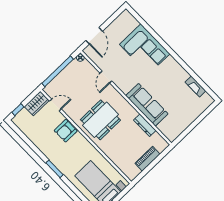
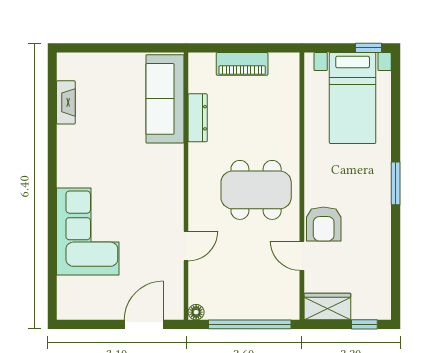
door: (55, 105) -> (302, 256), moved
sofa: (147, 105) -> (165, 99), moved
armchair: (66, 131) -> (324, 224), turned 90

